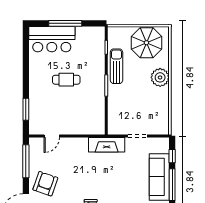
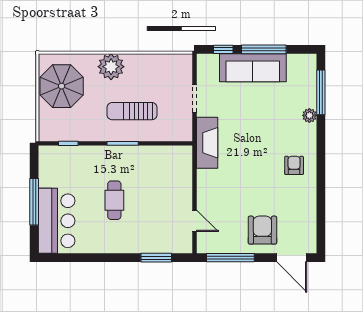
sun lounger: (116, 66) -> (132, 111), moved
armchair: (45, 184) -> (262, 230), turned 71

